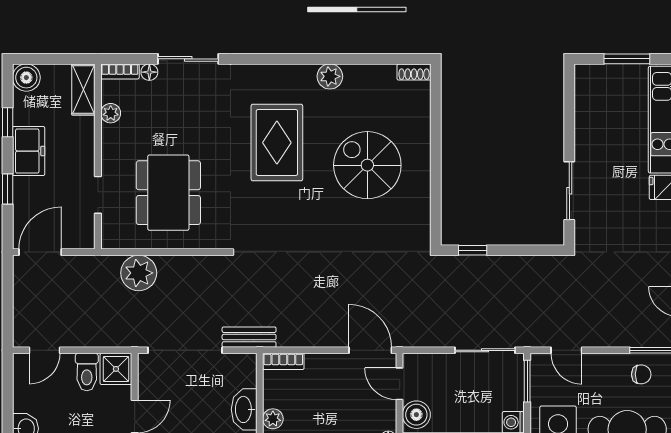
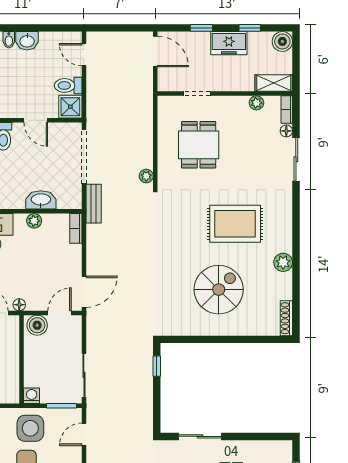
shoe rack: (414, 72) -> (286, 318), width x1.43
dining table: (168, 193) -> (199, 145), width x0.73
plant: (139, 273) -> (146, 176), moved, width x0.53, depth x0.53

